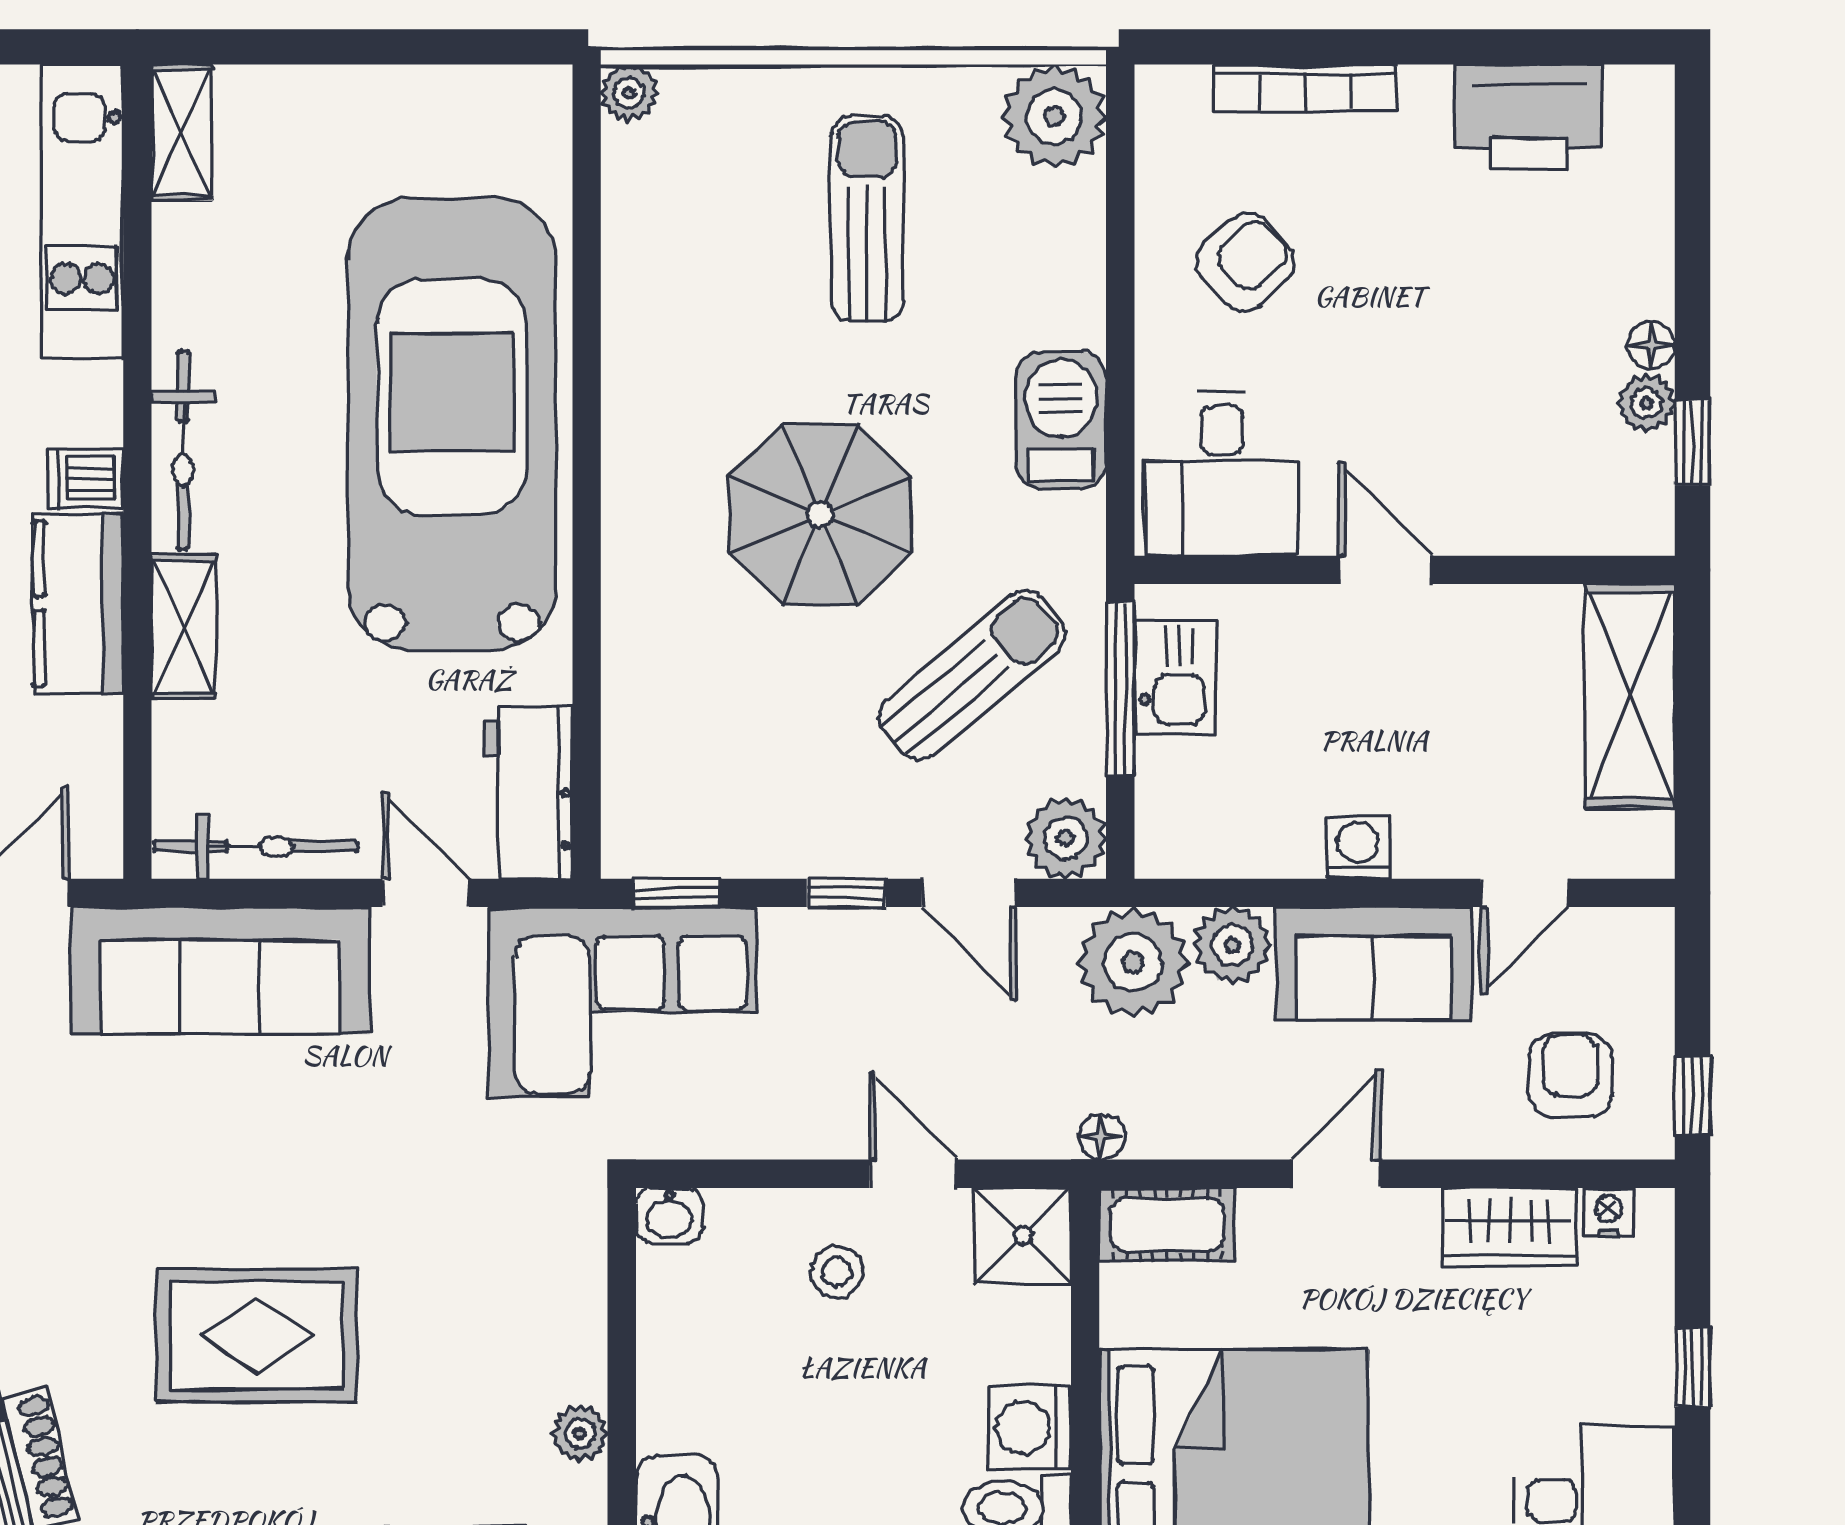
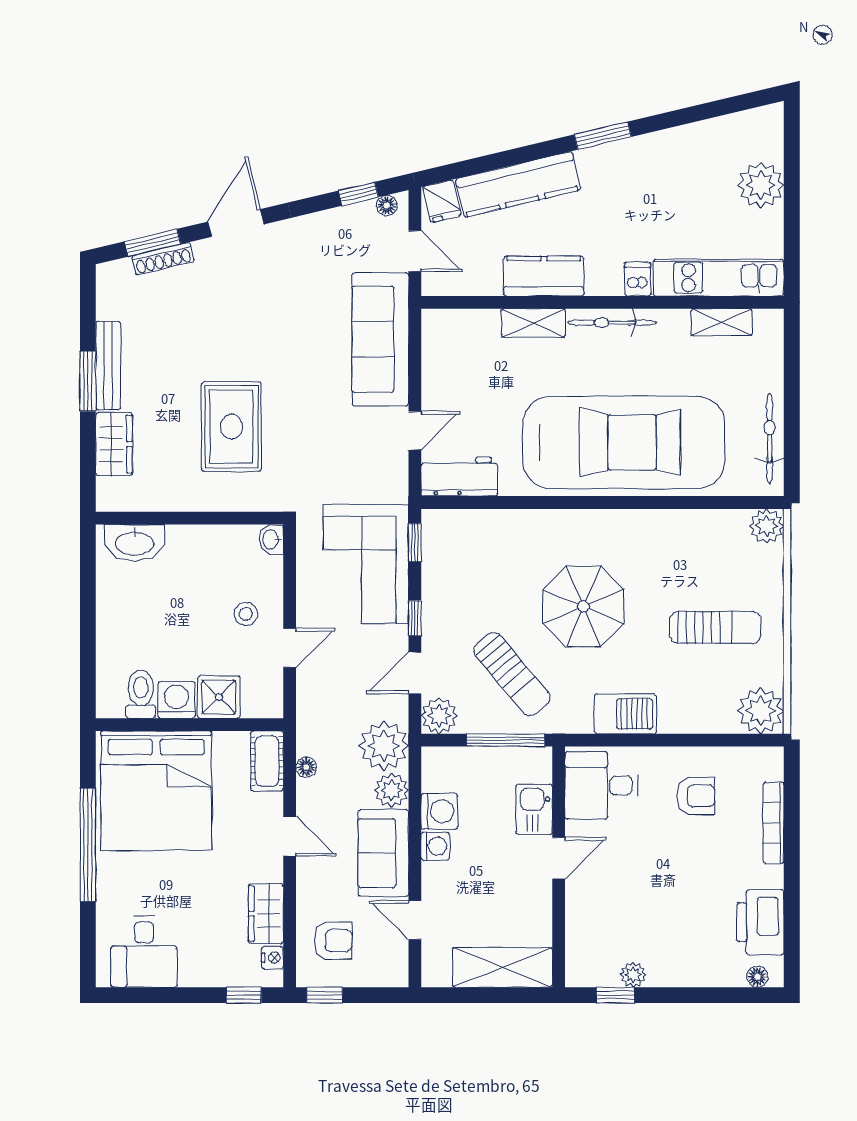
plant: (629, 93) -> (767, 526), width x1.38, depth x1.38
shelving: (182, 133) -> (721, 322), moved
armchair: (1245, 262) -> (696, 796), turned -47
floor lamp: (1651, 345) -> (757, 977), moved
dishwasher: (85, 479) -> (638, 279), moved
kitchen sink: (1175, 677) -> (534, 809), moved, turned 90
washing machine: (1280, 838) -> (439, 811), added
bicycle: (256, 847) -> (770, 439), moved, turned 180
corner sofa: (622, 1002) -> (366, 564), moved
floor lamp: (1102, 1137) -> (306, 767), moved
shower: (1023, 1236) -> (219, 697), moved
rug: (256, 1335) -> (231, 427), moved
window: (1692, 1367) -> (244, 995), moved
plant: (580, 1433) -> (174, 499), removed

